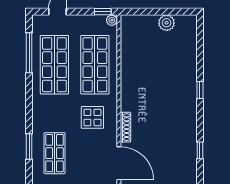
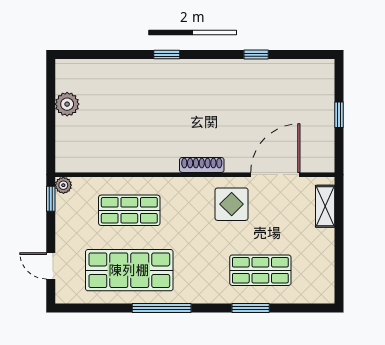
window: (29, 53) -> (162, 308), moved
shop shelf: (95, 65) -> (129, 210), width x0.70, depth x0.74
display table: (92, 117) -> (232, 204), moved
shoe rack: (125, 127) -> (202, 165), moved

